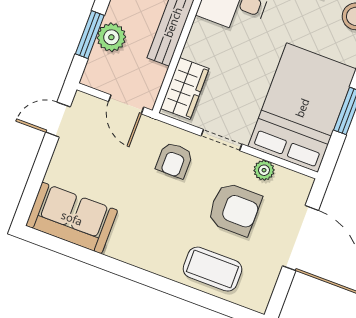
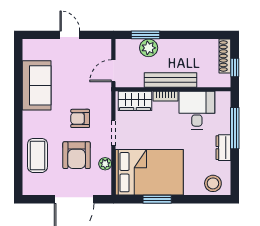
bookcase: (195, 39) -> (165, 96), added
door: (58, 120) -> (70, 35), moved
armchair: (174, 160) -> (80, 118), moved
sofa: (72, 218) -> (37, 85), moved

